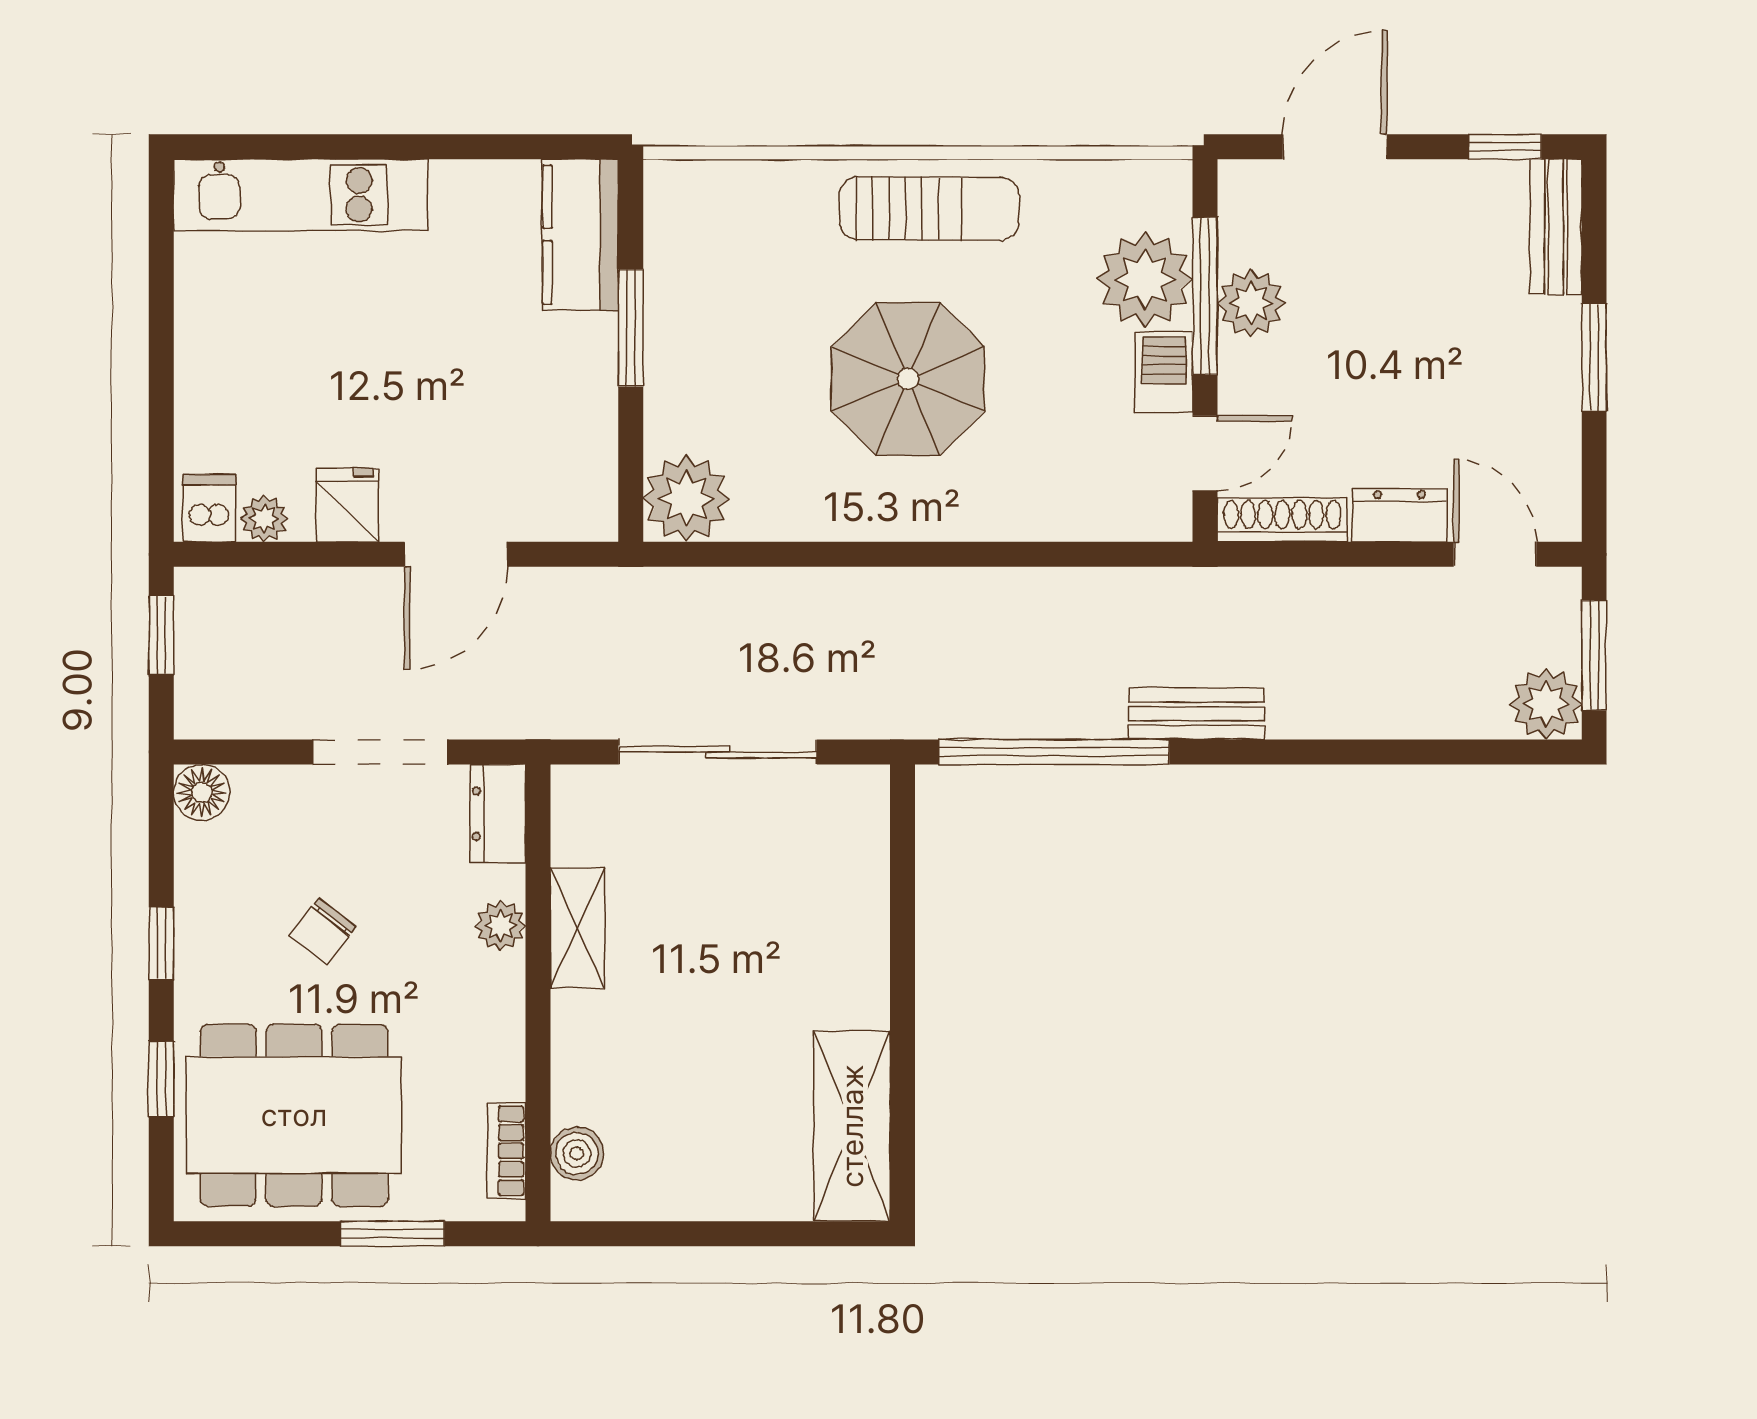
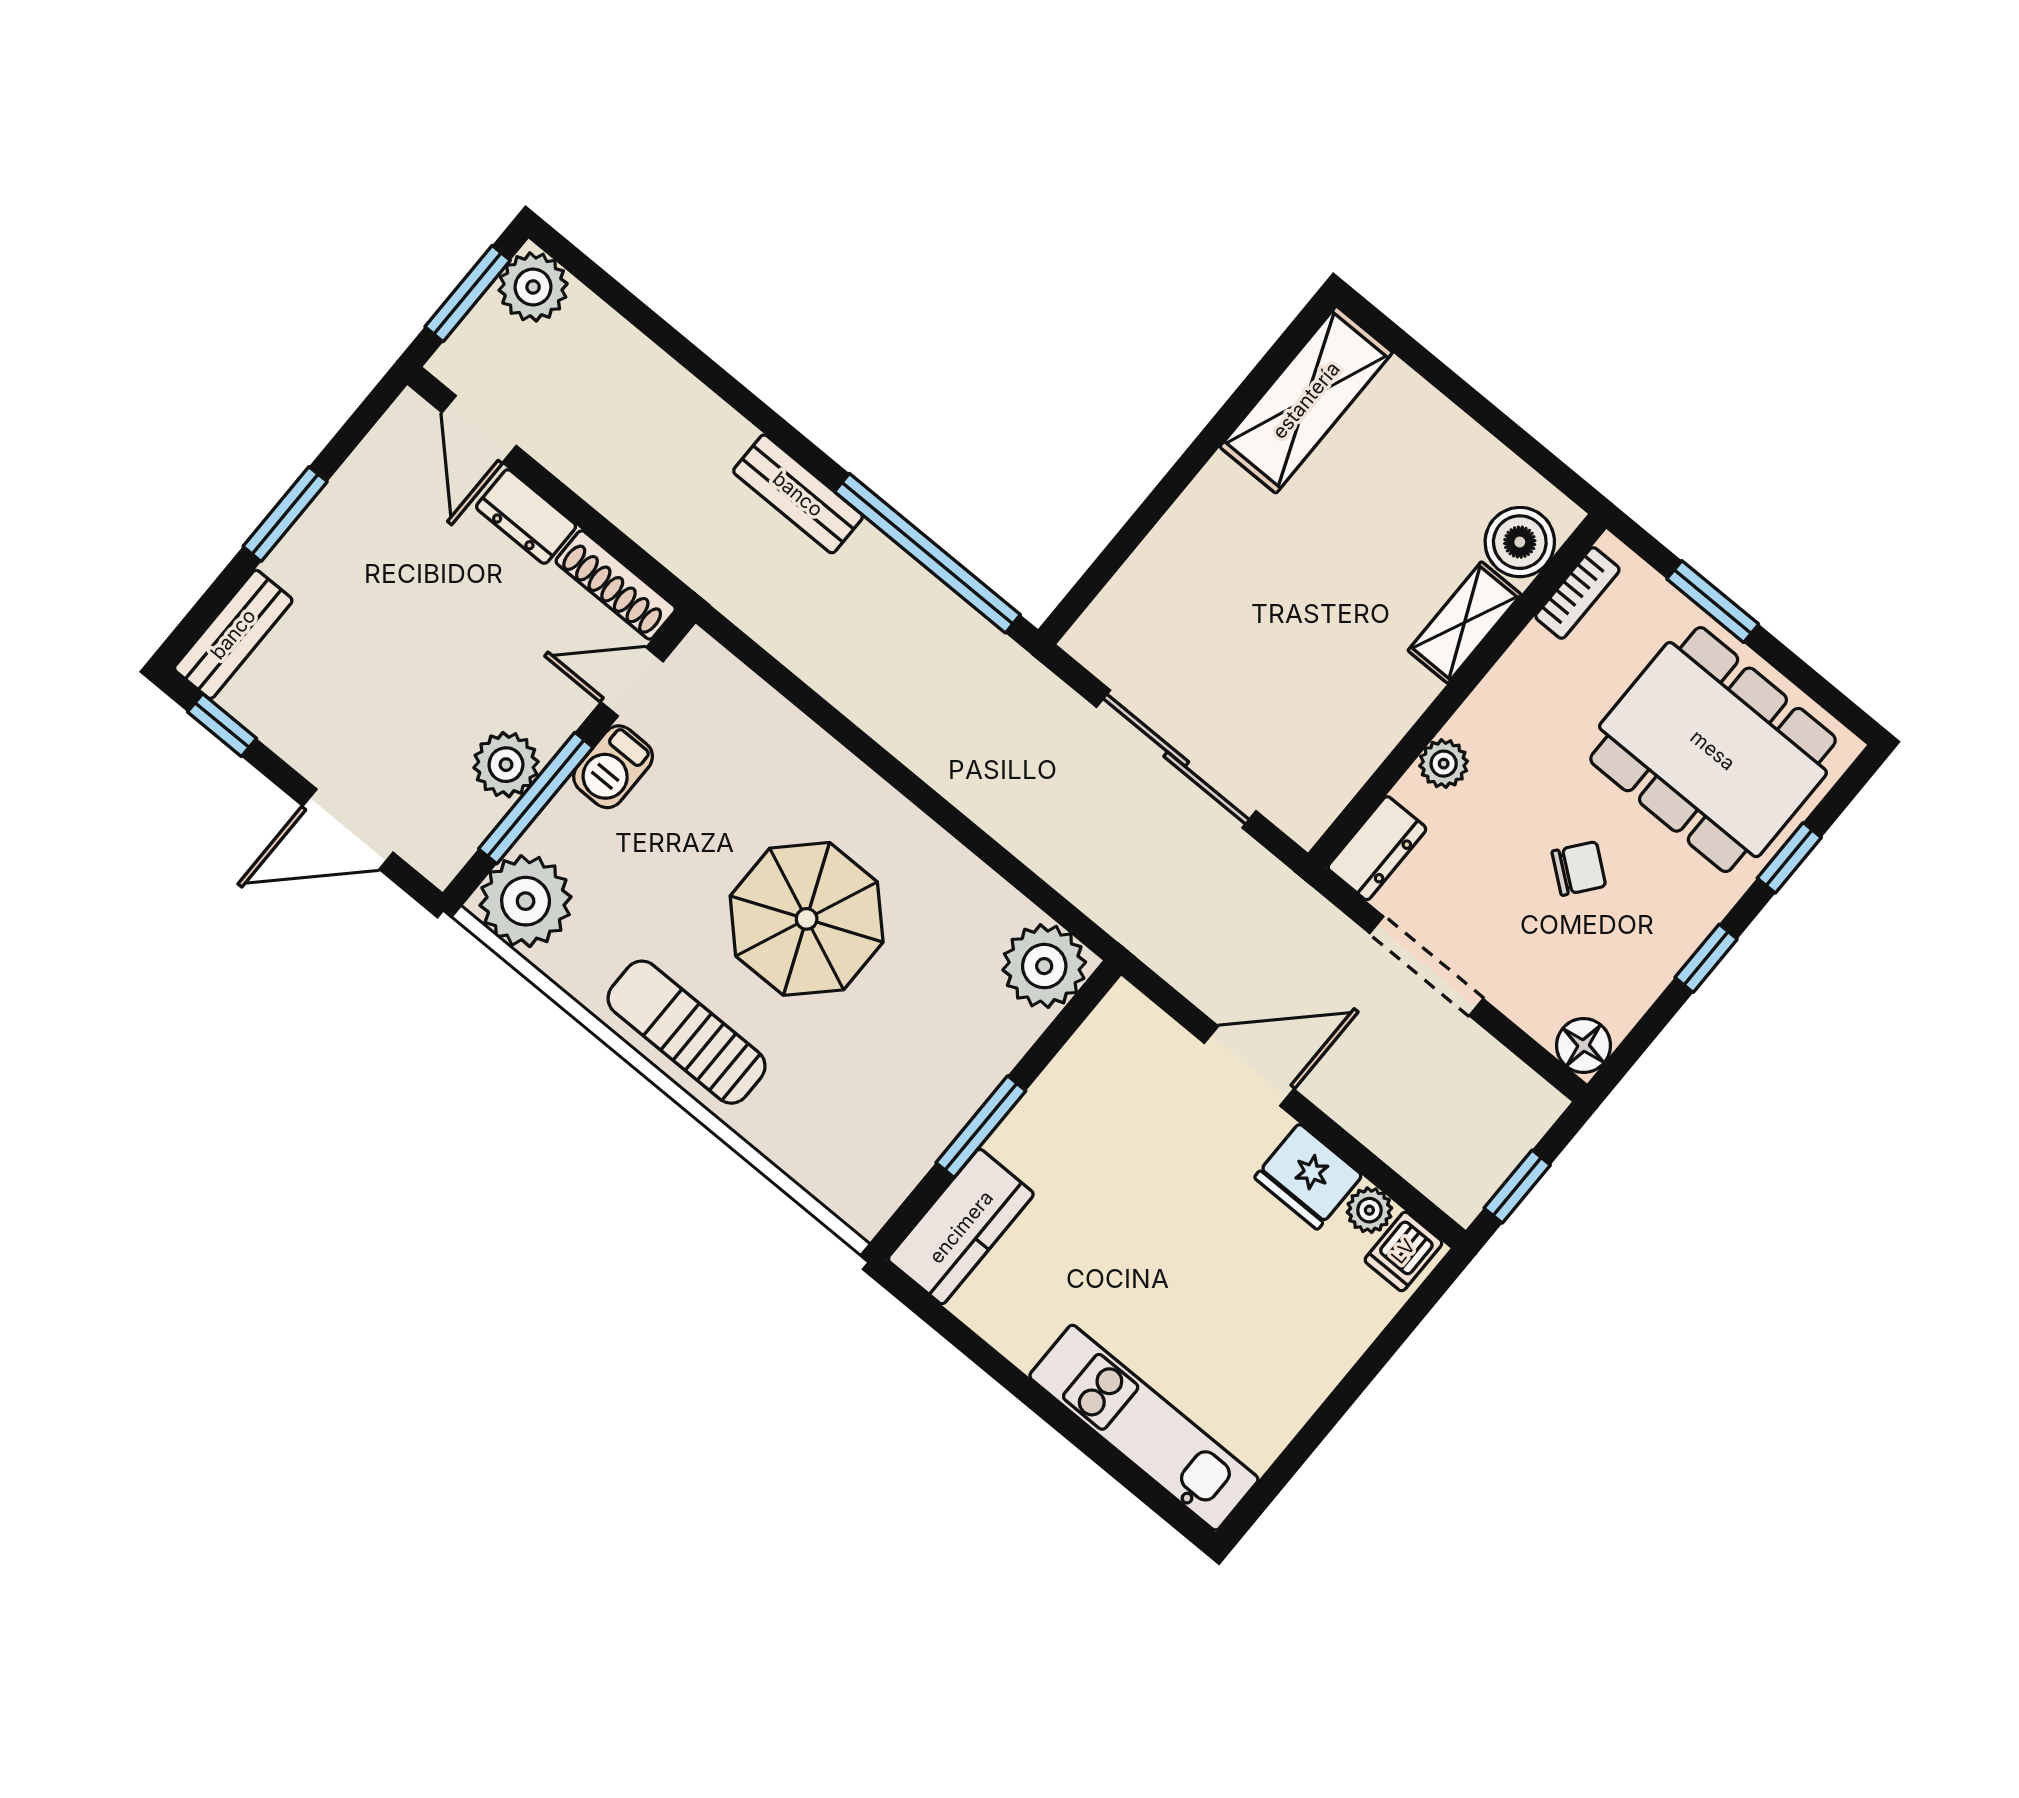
plant: (1145, 279) -> (526, 901), moved
fridge: (347, 505) -> (1308, 1177), width x1.38
shelving: (577, 928) -> (1464, 622), moved
boiler: (577, 1153) -> (1520, 542), width x1.36, depth x1.36

